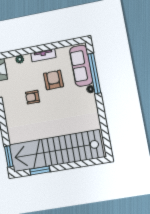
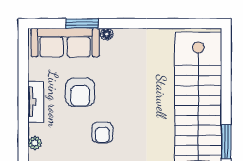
window: (94, 73) -> (82, 23), width x0.47
armchair: (54, 80) -> (80, 92), turned -89

